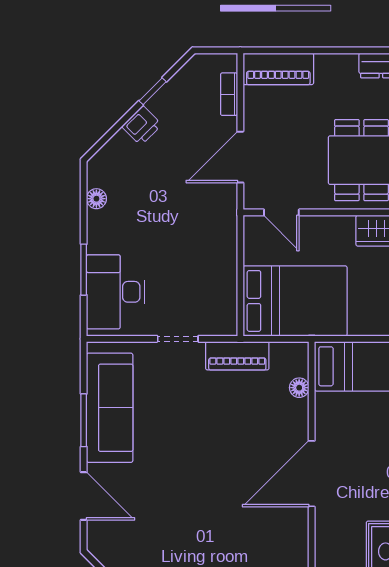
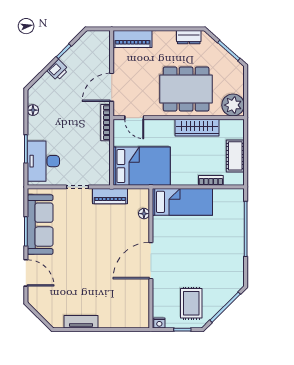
bookcase: (229, 94) -> (106, 123), moved, width x1.56

